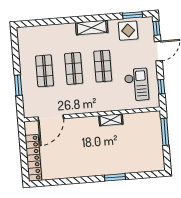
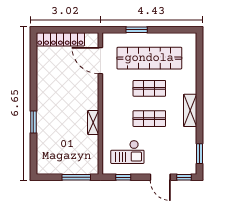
display table: (128, 31) -> (184, 148), removed
shop shelf: (45, 71) -> (149, 58), width x2.00, depth x1.36

